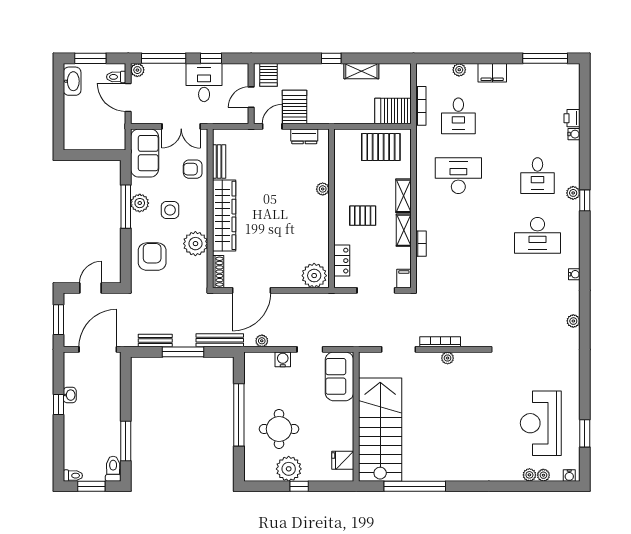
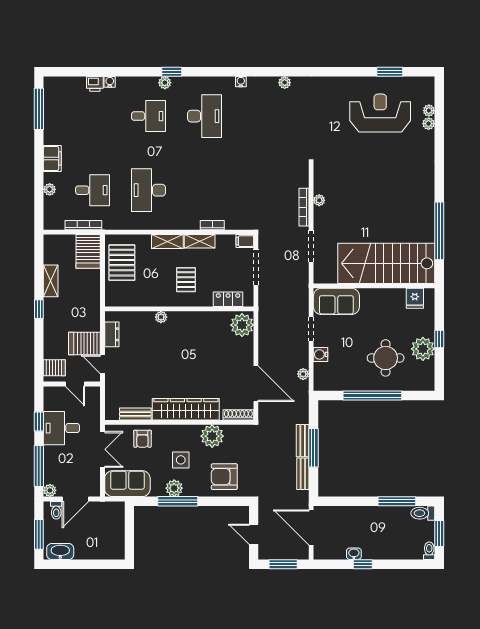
bench: (220, 340) -> (303, 441), moved, width x0.73
reception desk: (541, 423) -> (380, 113), turned 180
water cooler: (569, 475) -> (429, 86), removed

